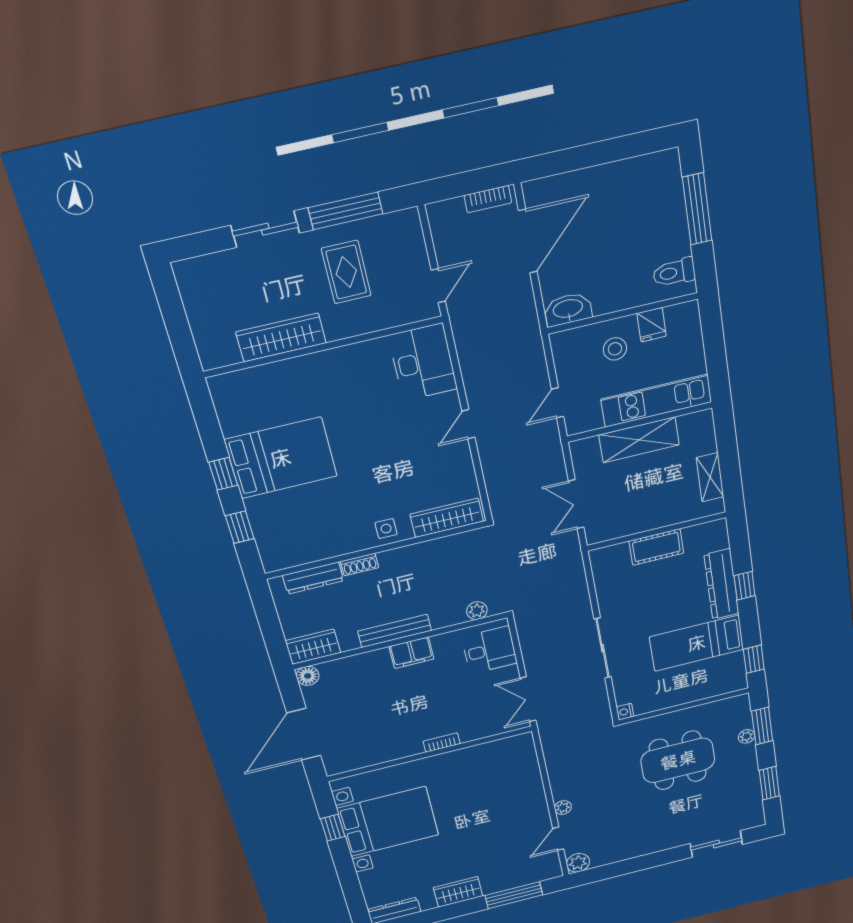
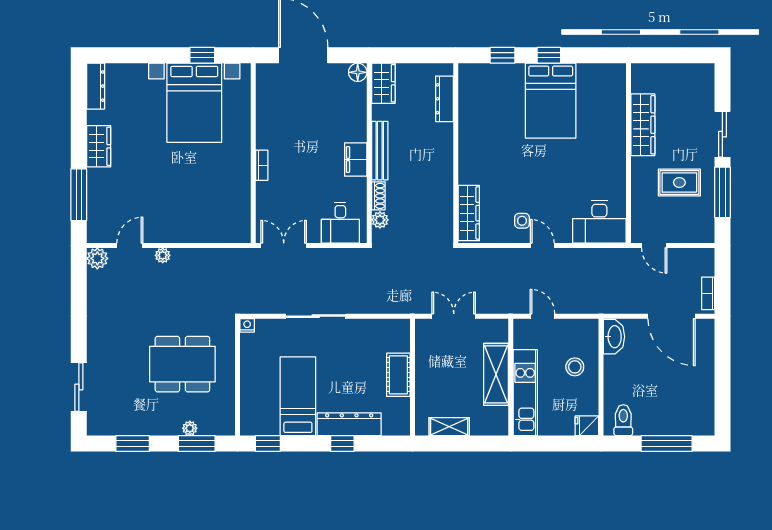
fridge: (652, 325) -> (587, 426), moved
side table: (386, 529) -> (522, 221), moved
shoe rack: (360, 564) -> (378, 196), moved, turned 180
dining table: (678, 760) -> (182, 364), turned 90
door: (558, 839) -> (130, 245), hinge flipped

